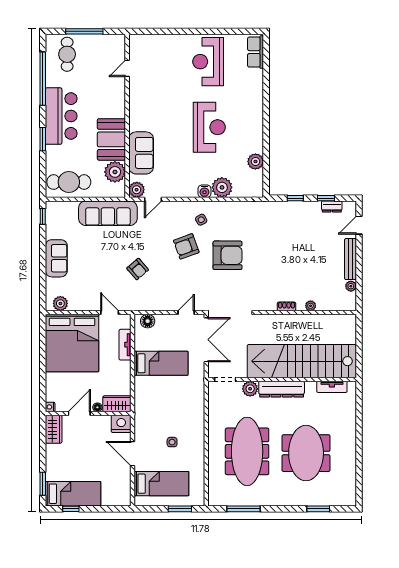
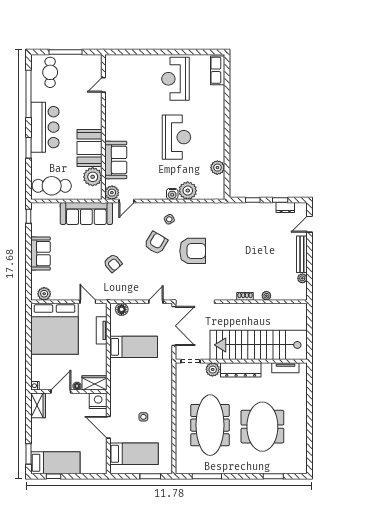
armchair: (186, 246) -> (156, 243), turned 141

